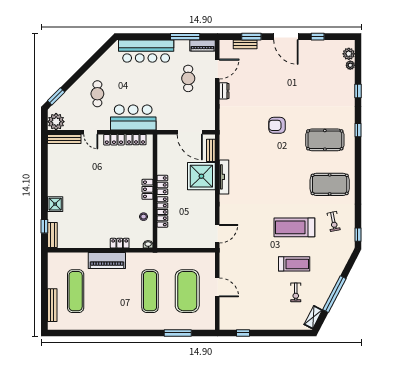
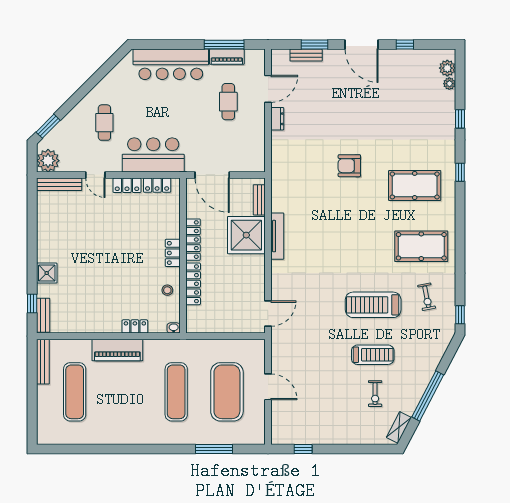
piano: (203, 45) -> (227, 57), moved
door: (190, 132) -> (212, 175), moved
locker: (162, 185) -> (193, 240), width x1.53
bench: (52, 305) -> (43, 362), moved

